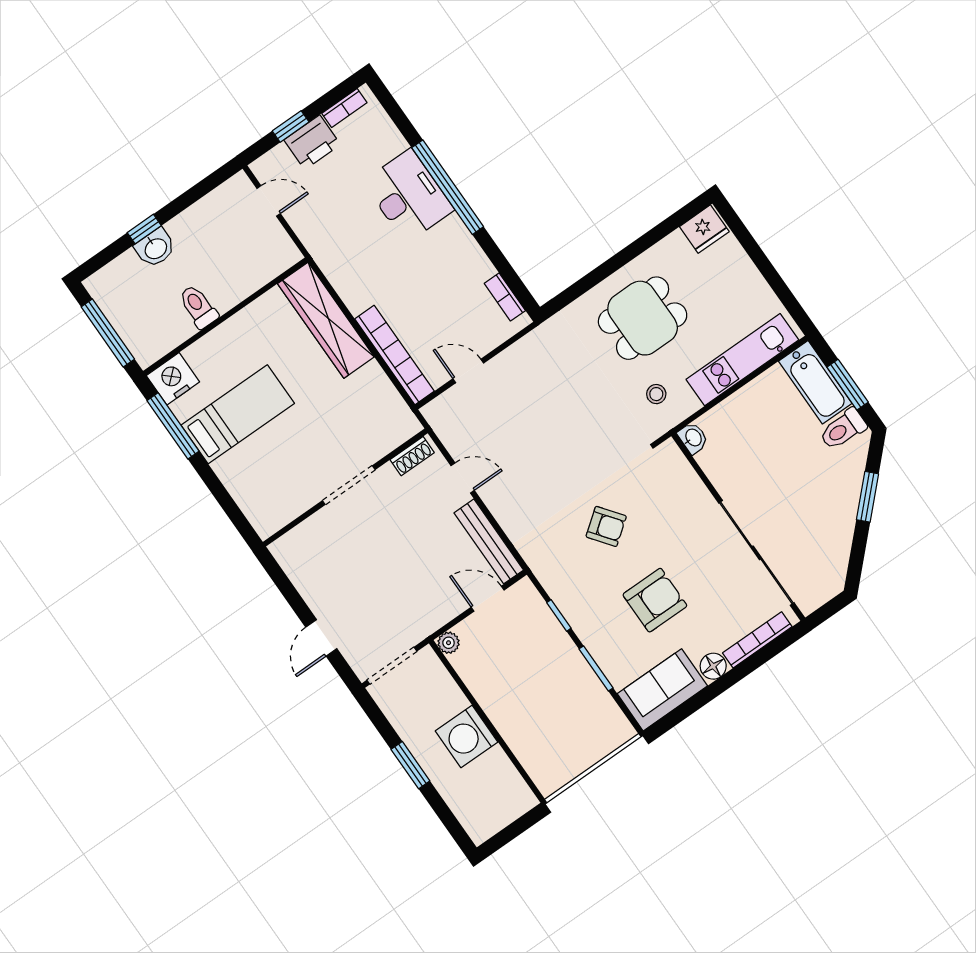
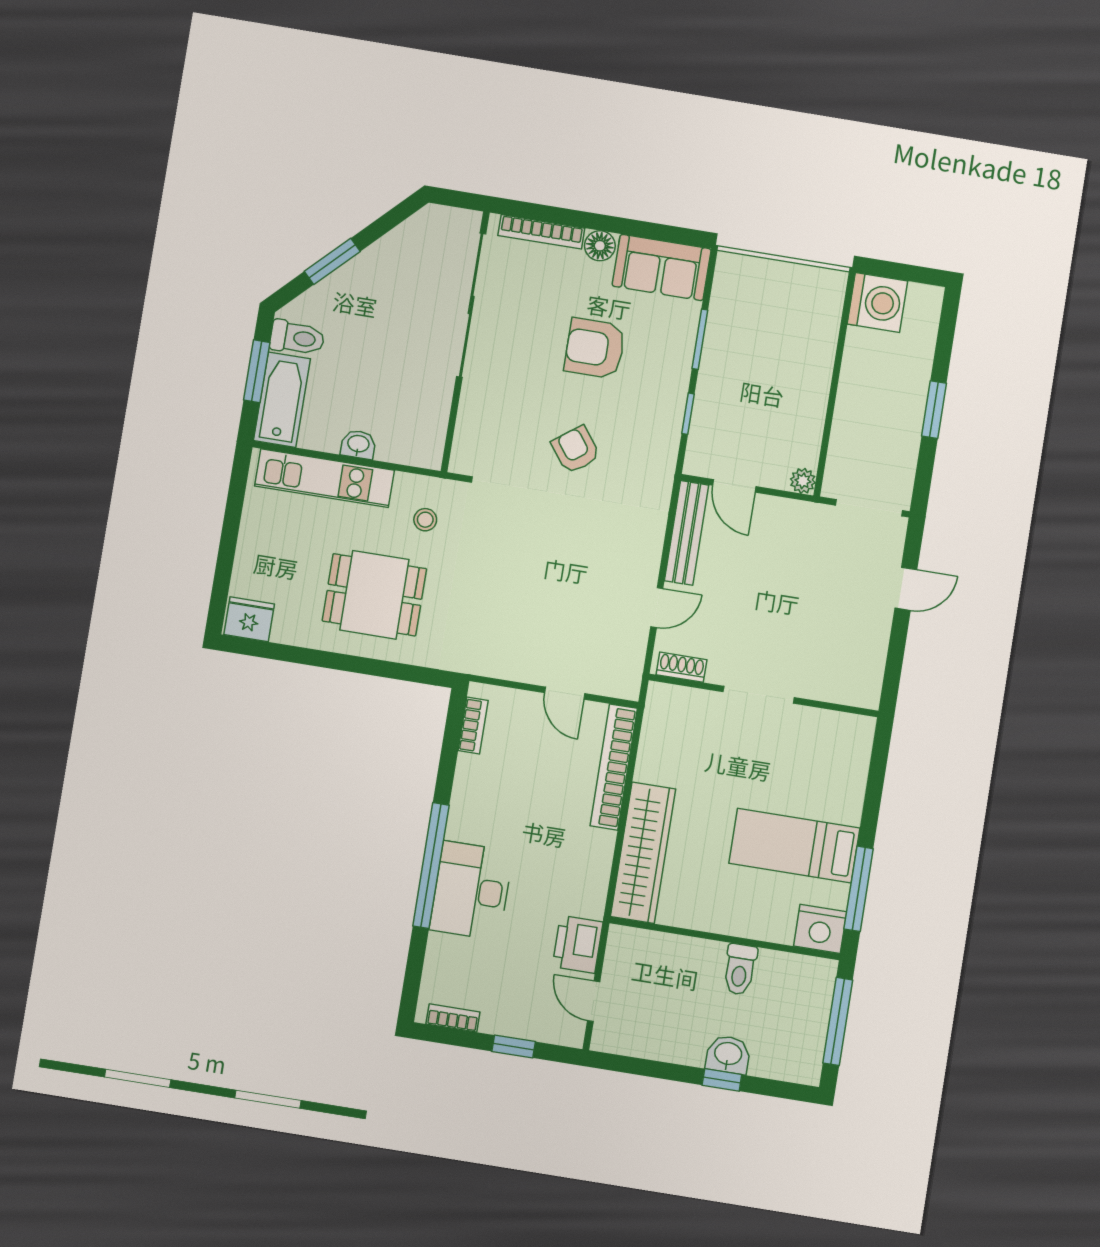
printer: (312, 142) -> (578, 944), moved, turned -90
washbasin: (693, 438) -> (358, 444), moved, turned 90
door: (463, 478) -> (657, 608), swing flipped
washing machine: (467, 736) -> (877, 303), moved

